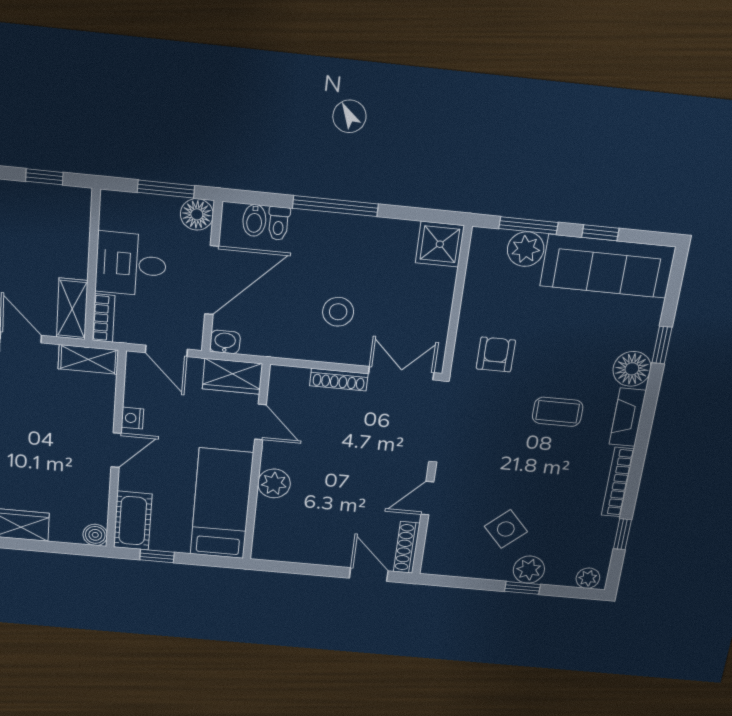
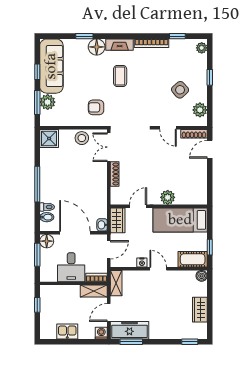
stool: (338, 312) -> (82, 138), moved
plant: (529, 570) -> (200, 110), moved

